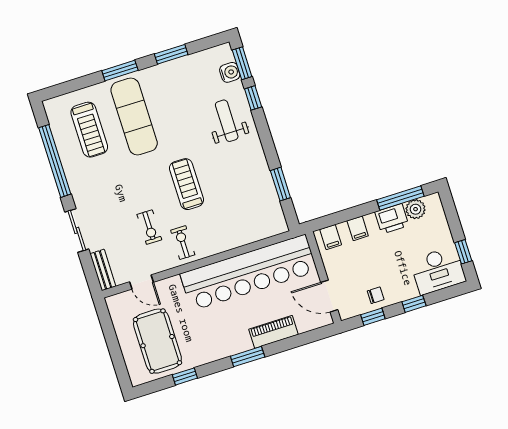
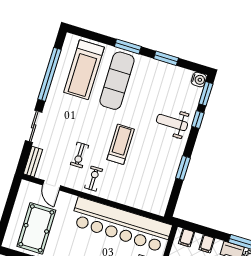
water cooler: (230, 72) -> (199, 80), moved
weight bench: (227, 121) -> (172, 122), turned -90
treadmill: (89, 130) -> (84, 70), width x1.37, depth x1.38
window: (280, 184) -> (183, 168), moved

